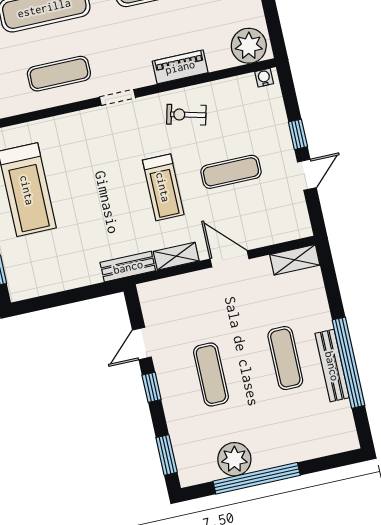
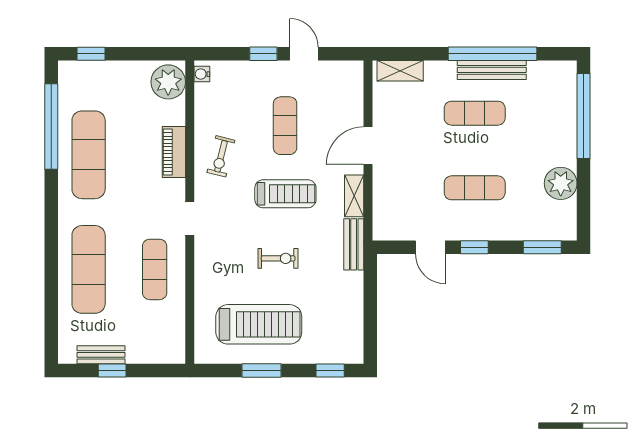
exercise bike: (97, 194) -> (278, 258), added
shelving: (295, 260) -> (400, 71), moved, turned 90
window: (257, 478) -> (584, 116), moved

